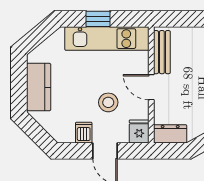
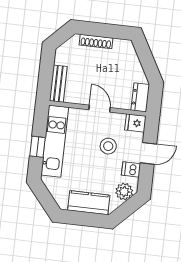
bench: (162, 52) -> (58, 84), moved, turned 90
door: (151, 87) -> (100, 109), swing flipped
plant: (57, 127) -> (124, 192), added

